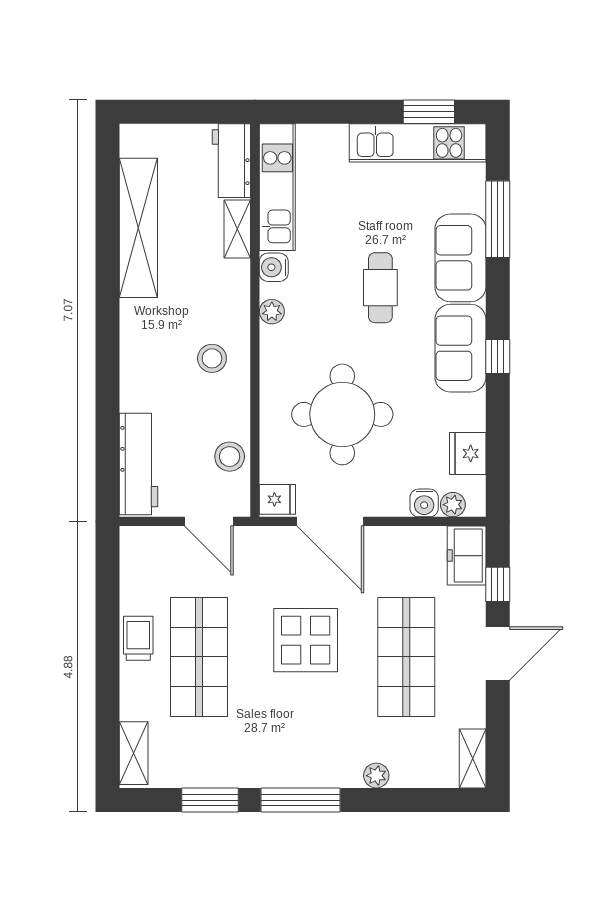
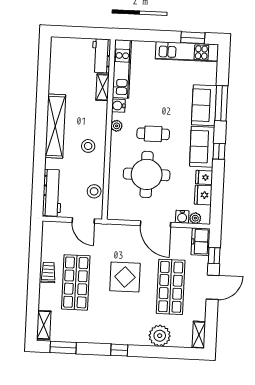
window: (498, 219) -> (221, 103), moved
shelving: (138, 228) -> (55, 126), moved
cafe table: (380, 288) -> (153, 134), moved, turned 90
fridge: (277, 499) -> (204, 177), moved, turned 180
door: (330, 521) -> (155, 224), moved
plant: (376, 776) -> (160, 336), width x1.88, depth x1.88
window: (210, 800) -> (63, 347), moved
window: (301, 800) -> (119, 350), width x0.46

